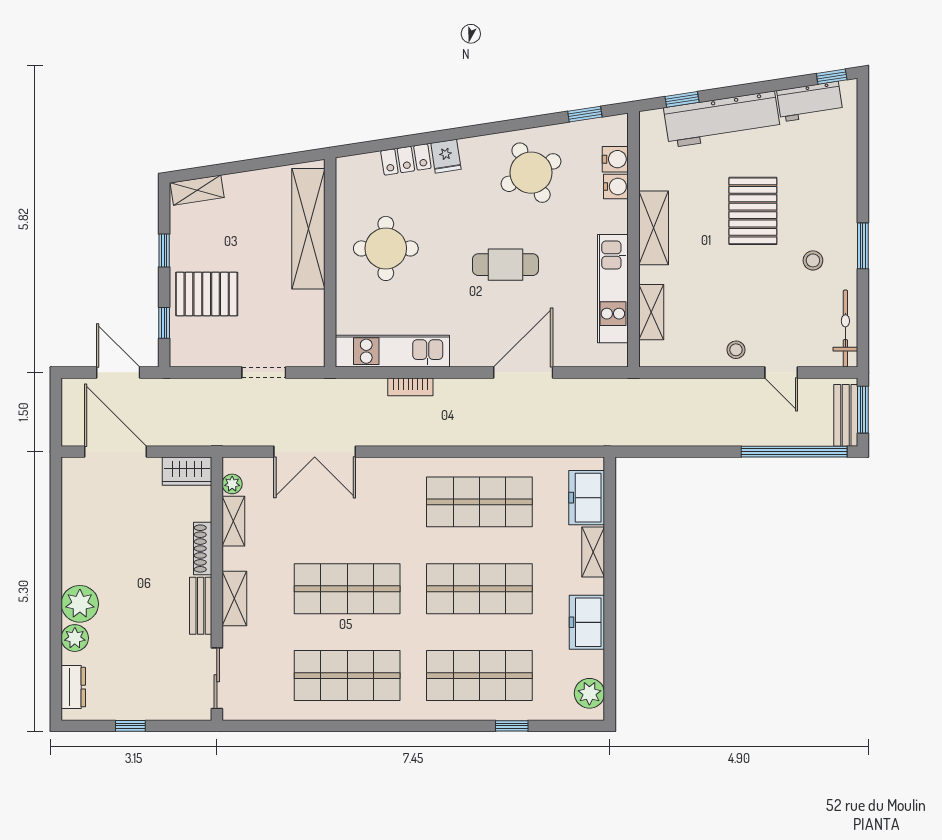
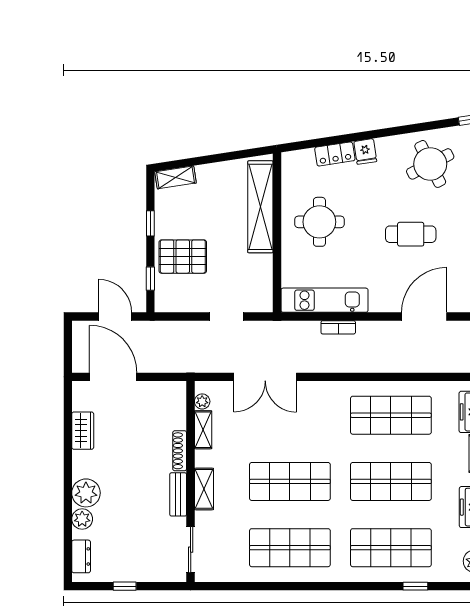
wardrobe: (187, 471) -> (83, 431), moved, turned -90

